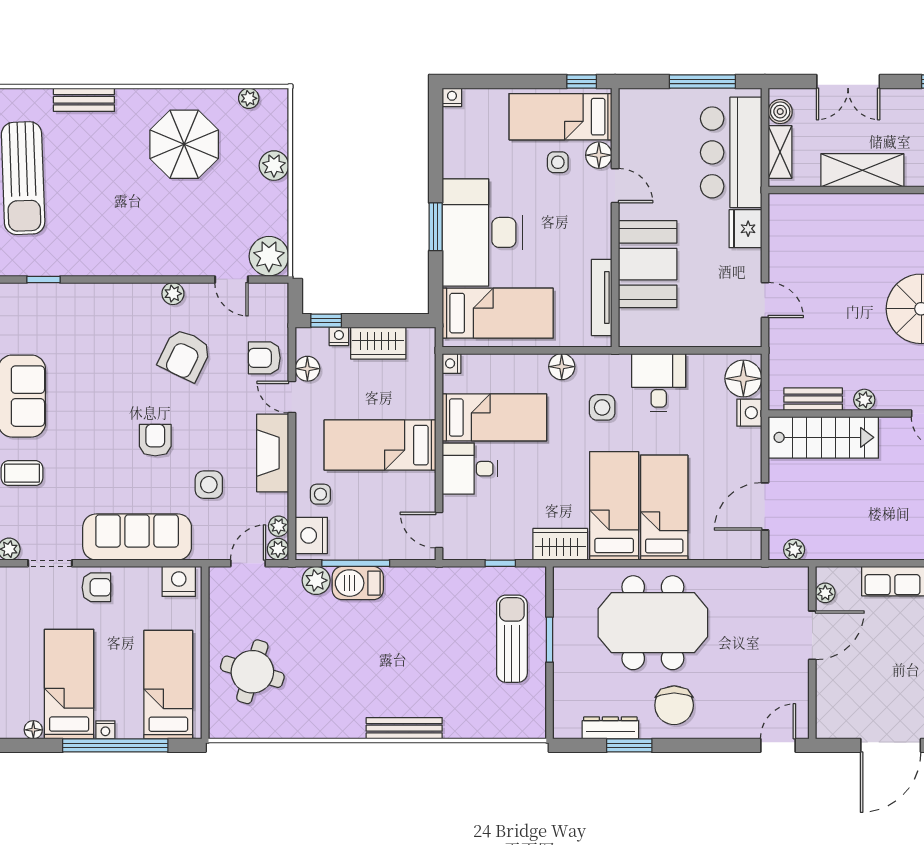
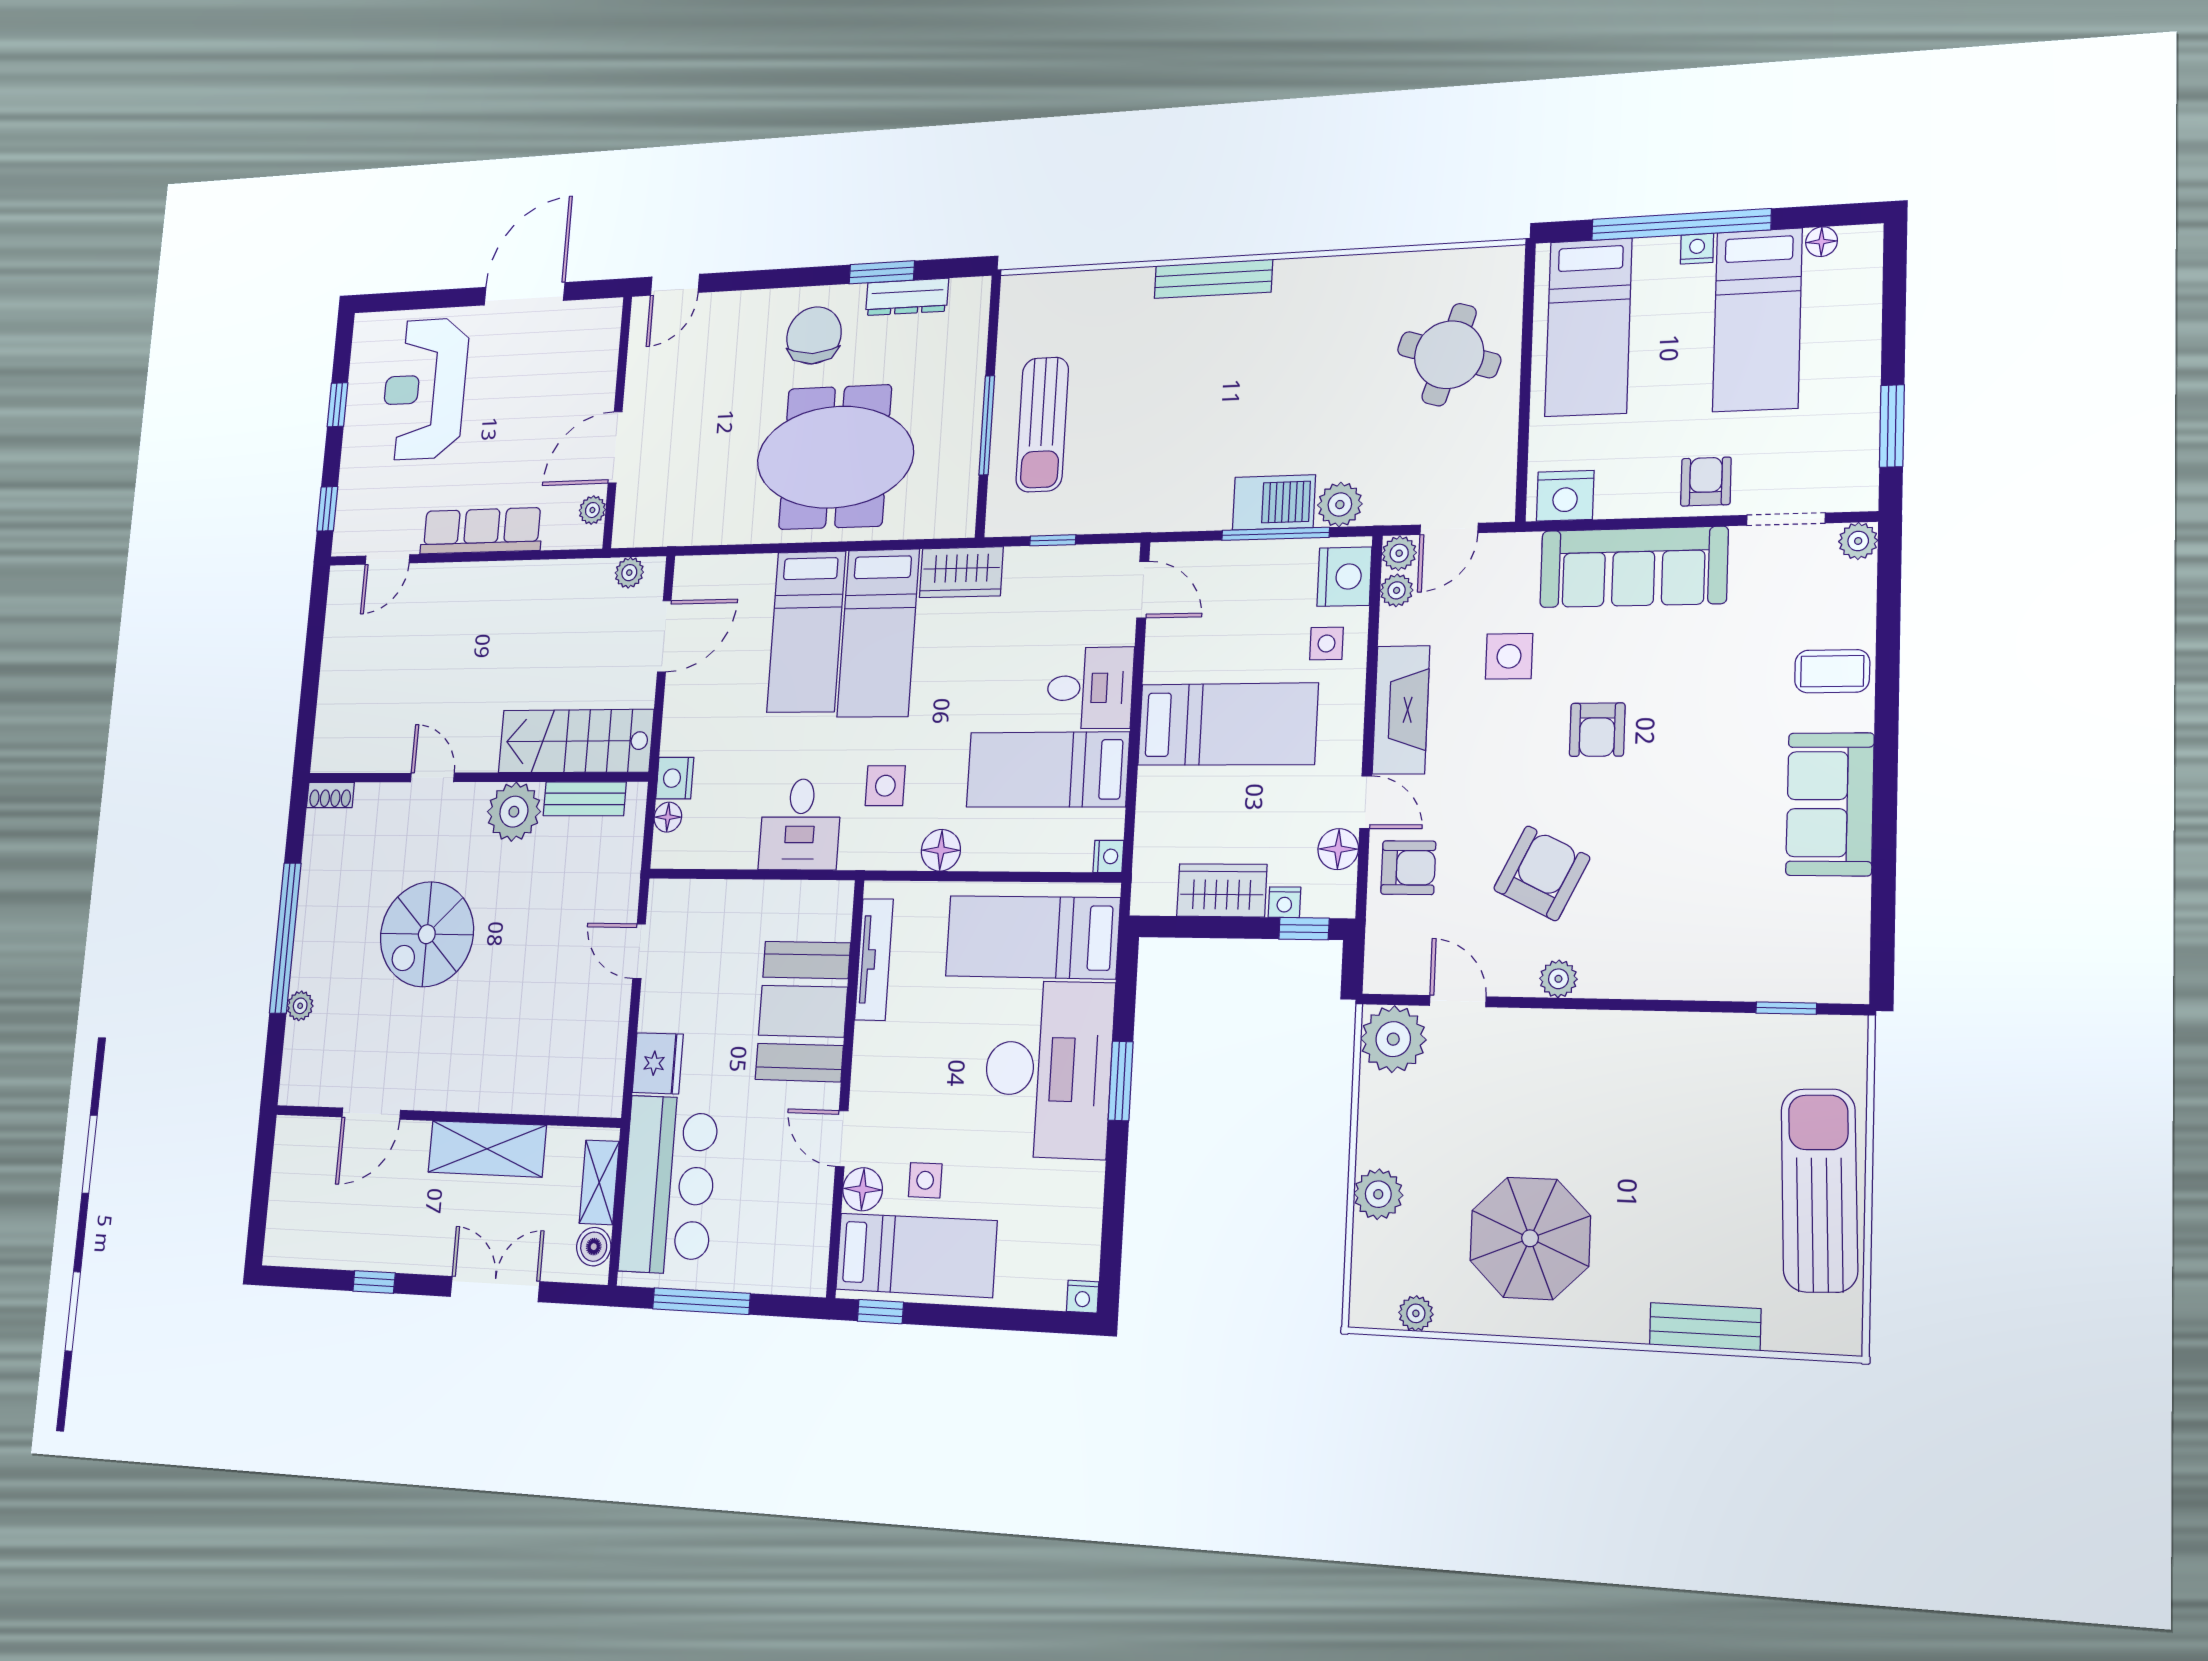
floor lamp: (743, 379) -> (668, 817), width x0.53, depth x0.53
plant: (864, 400) -> (514, 812), width x1.88, depth x1.88
armchair: (96, 587) -> (1706, 482), turned 90
window: (549, 640) -> (987, 425), width x1.44

